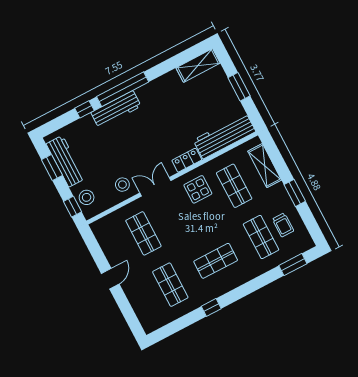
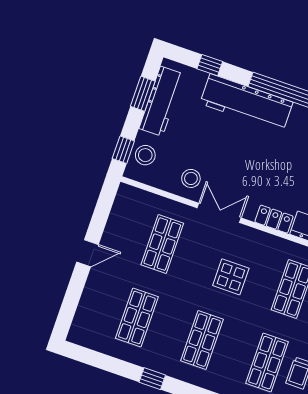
window: (84, 109) -> (210, 65), moved
workbench: (116, 109) -> (246, 103), width x1.36, depth x1.32
display table: (198, 189) -> (231, 277), moved
shop shelf: (216, 261) -> (202, 340), turned 90

